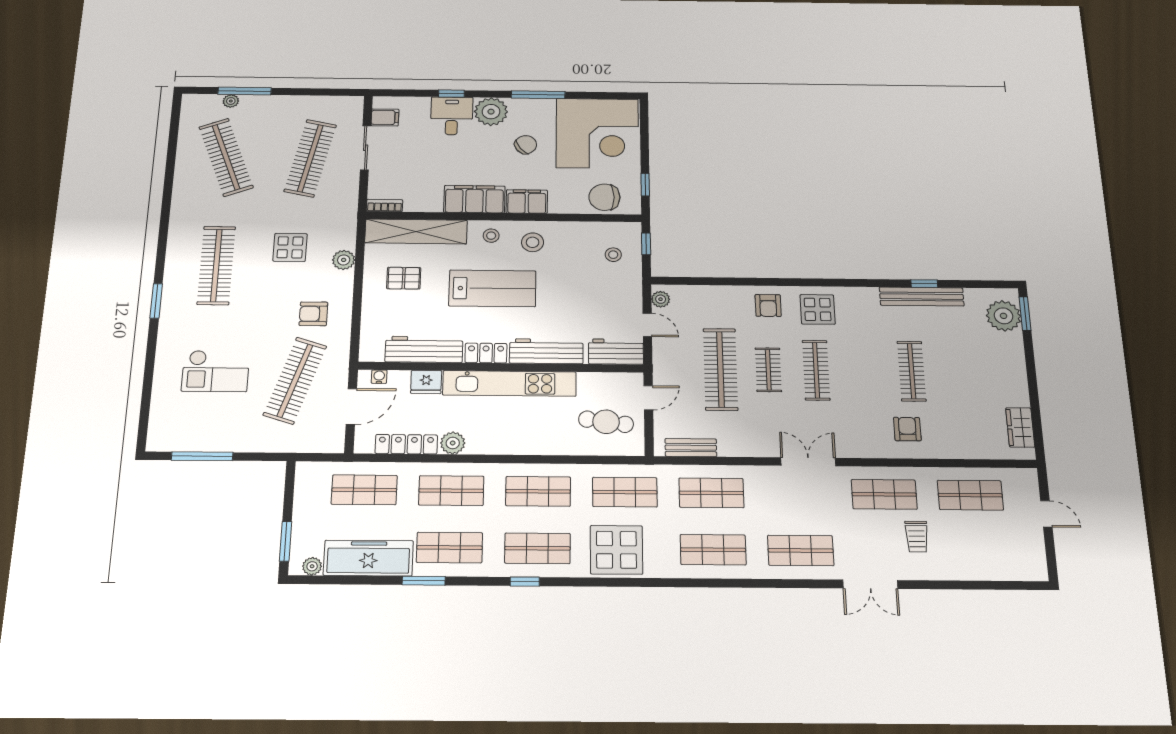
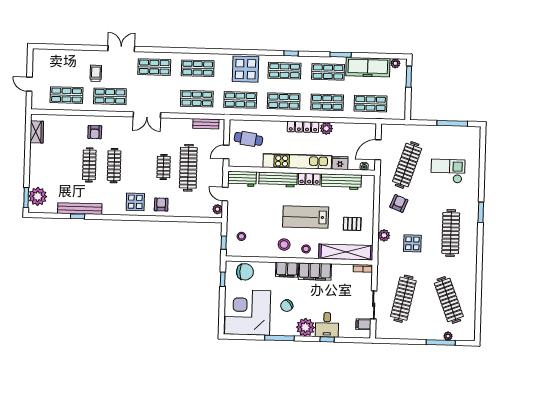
armchair: (313, 314) -> (399, 203), turned -68
clothes rail: (816, 370) -> (114, 166), moved
locker: (406, 444) -> (303, 127), moved

